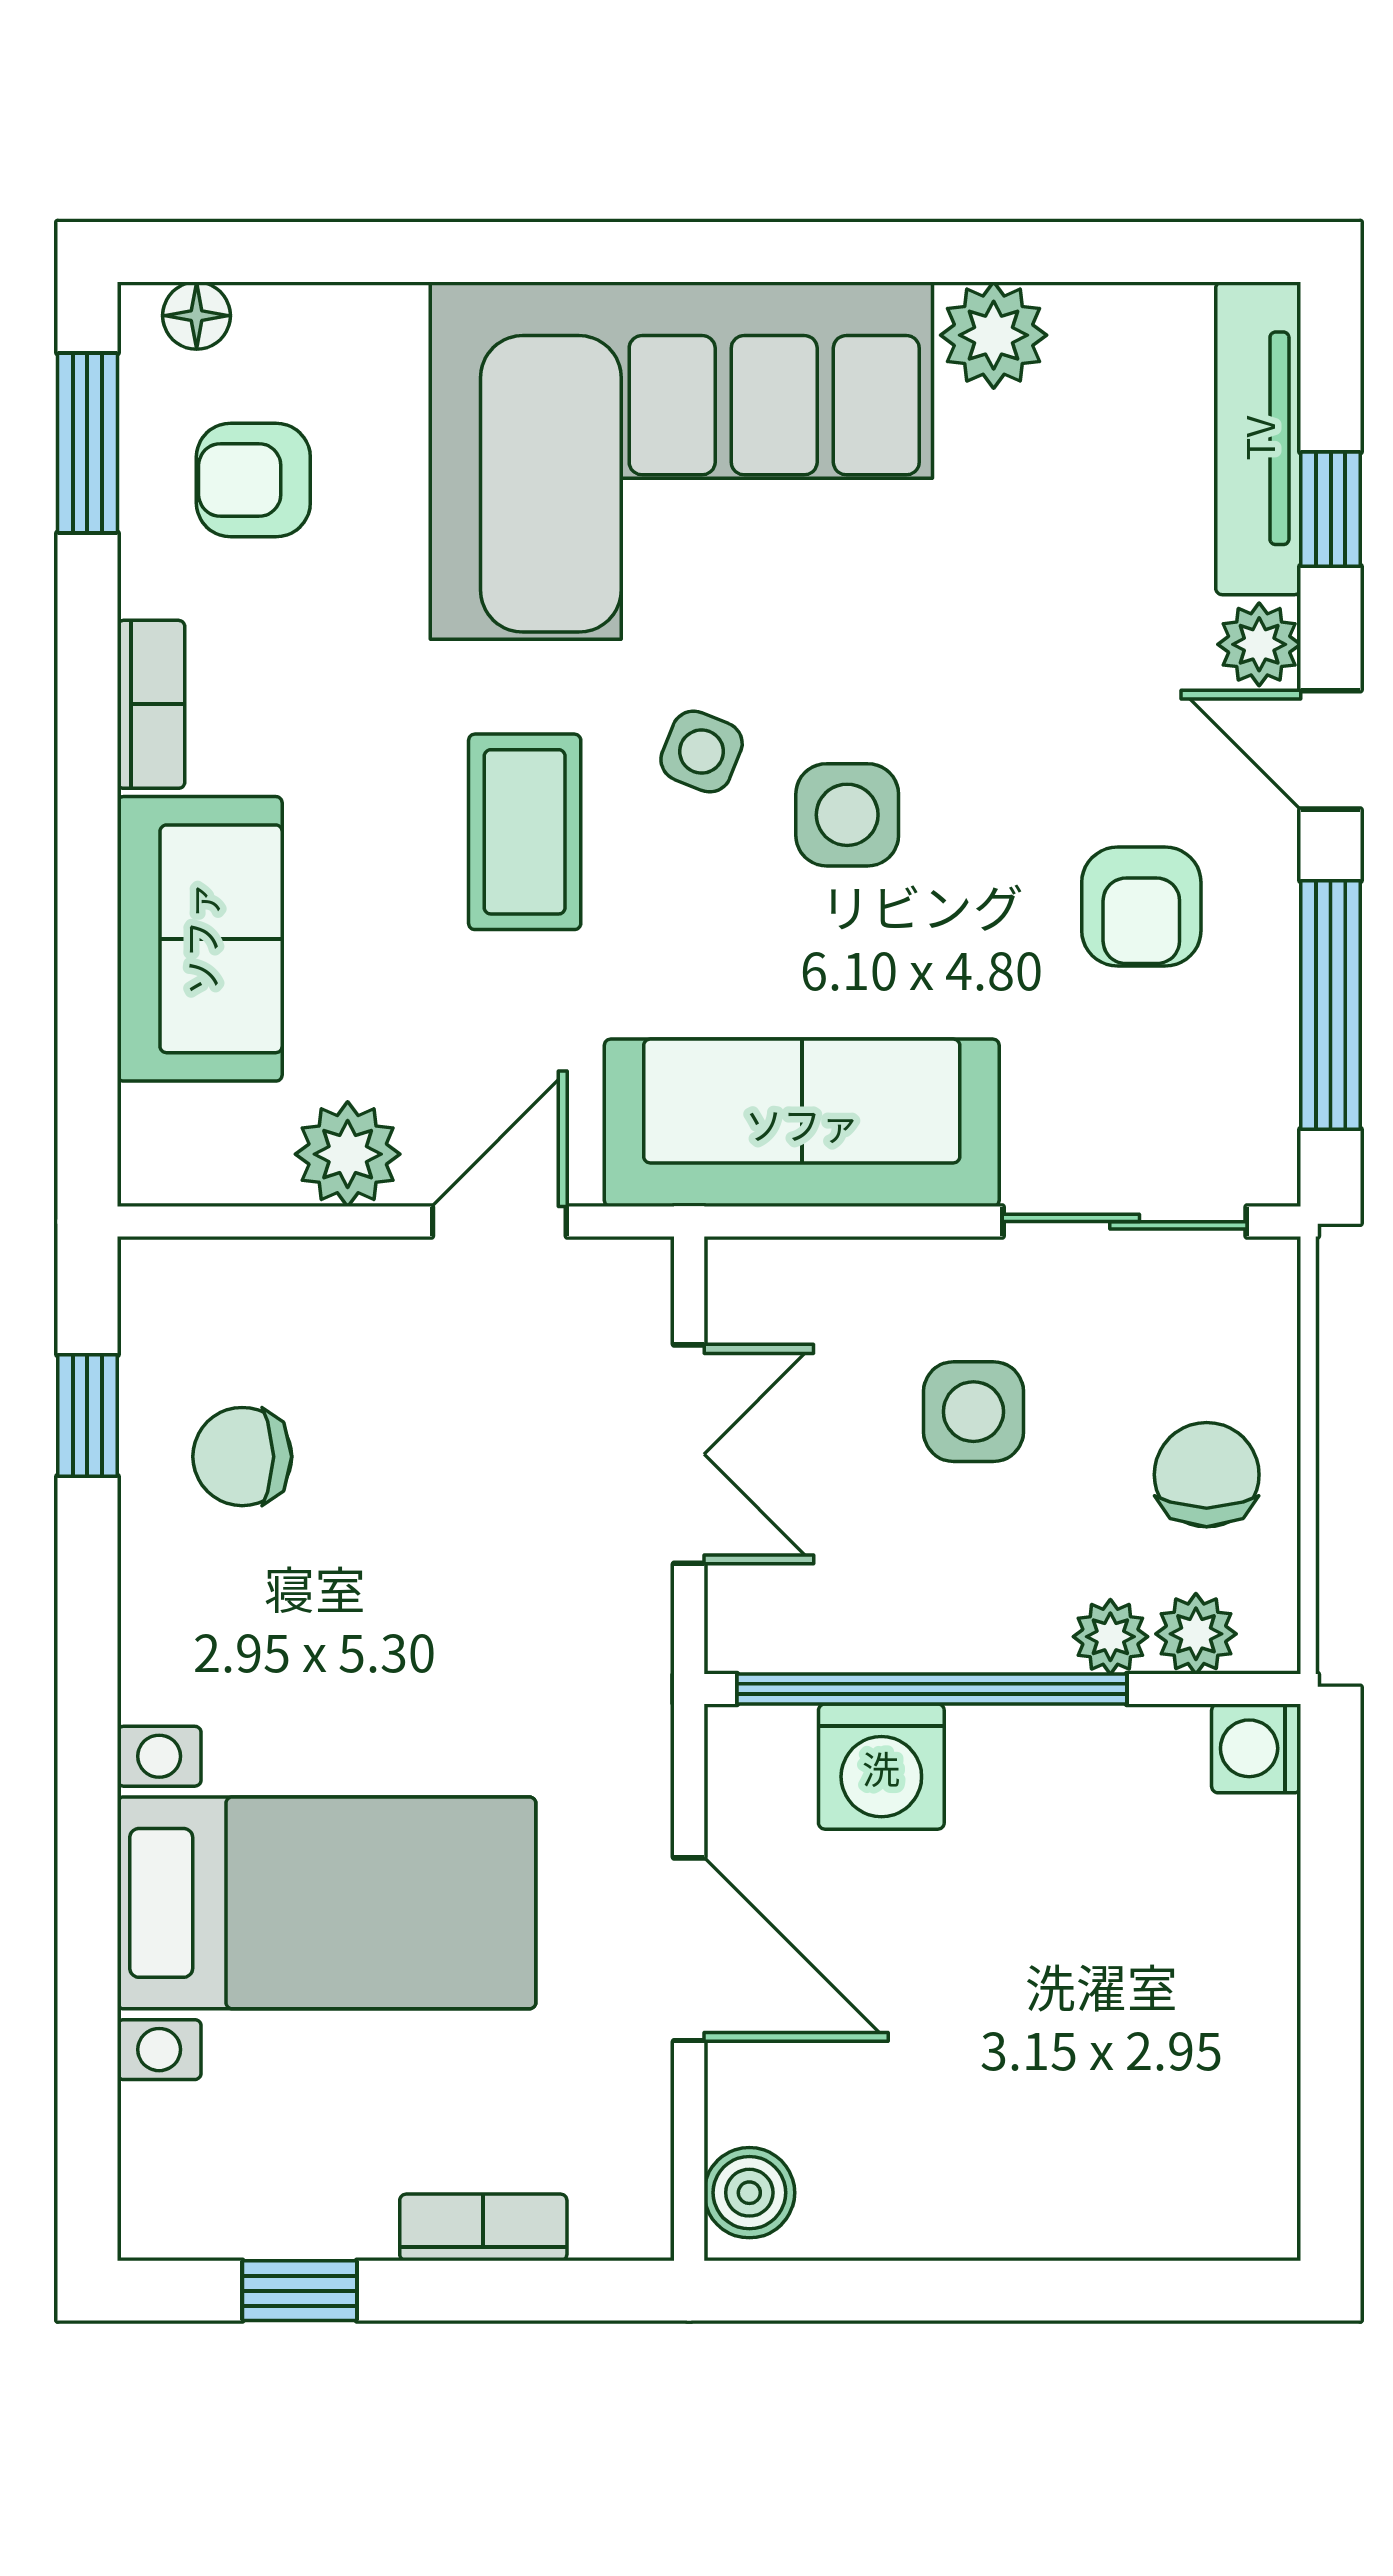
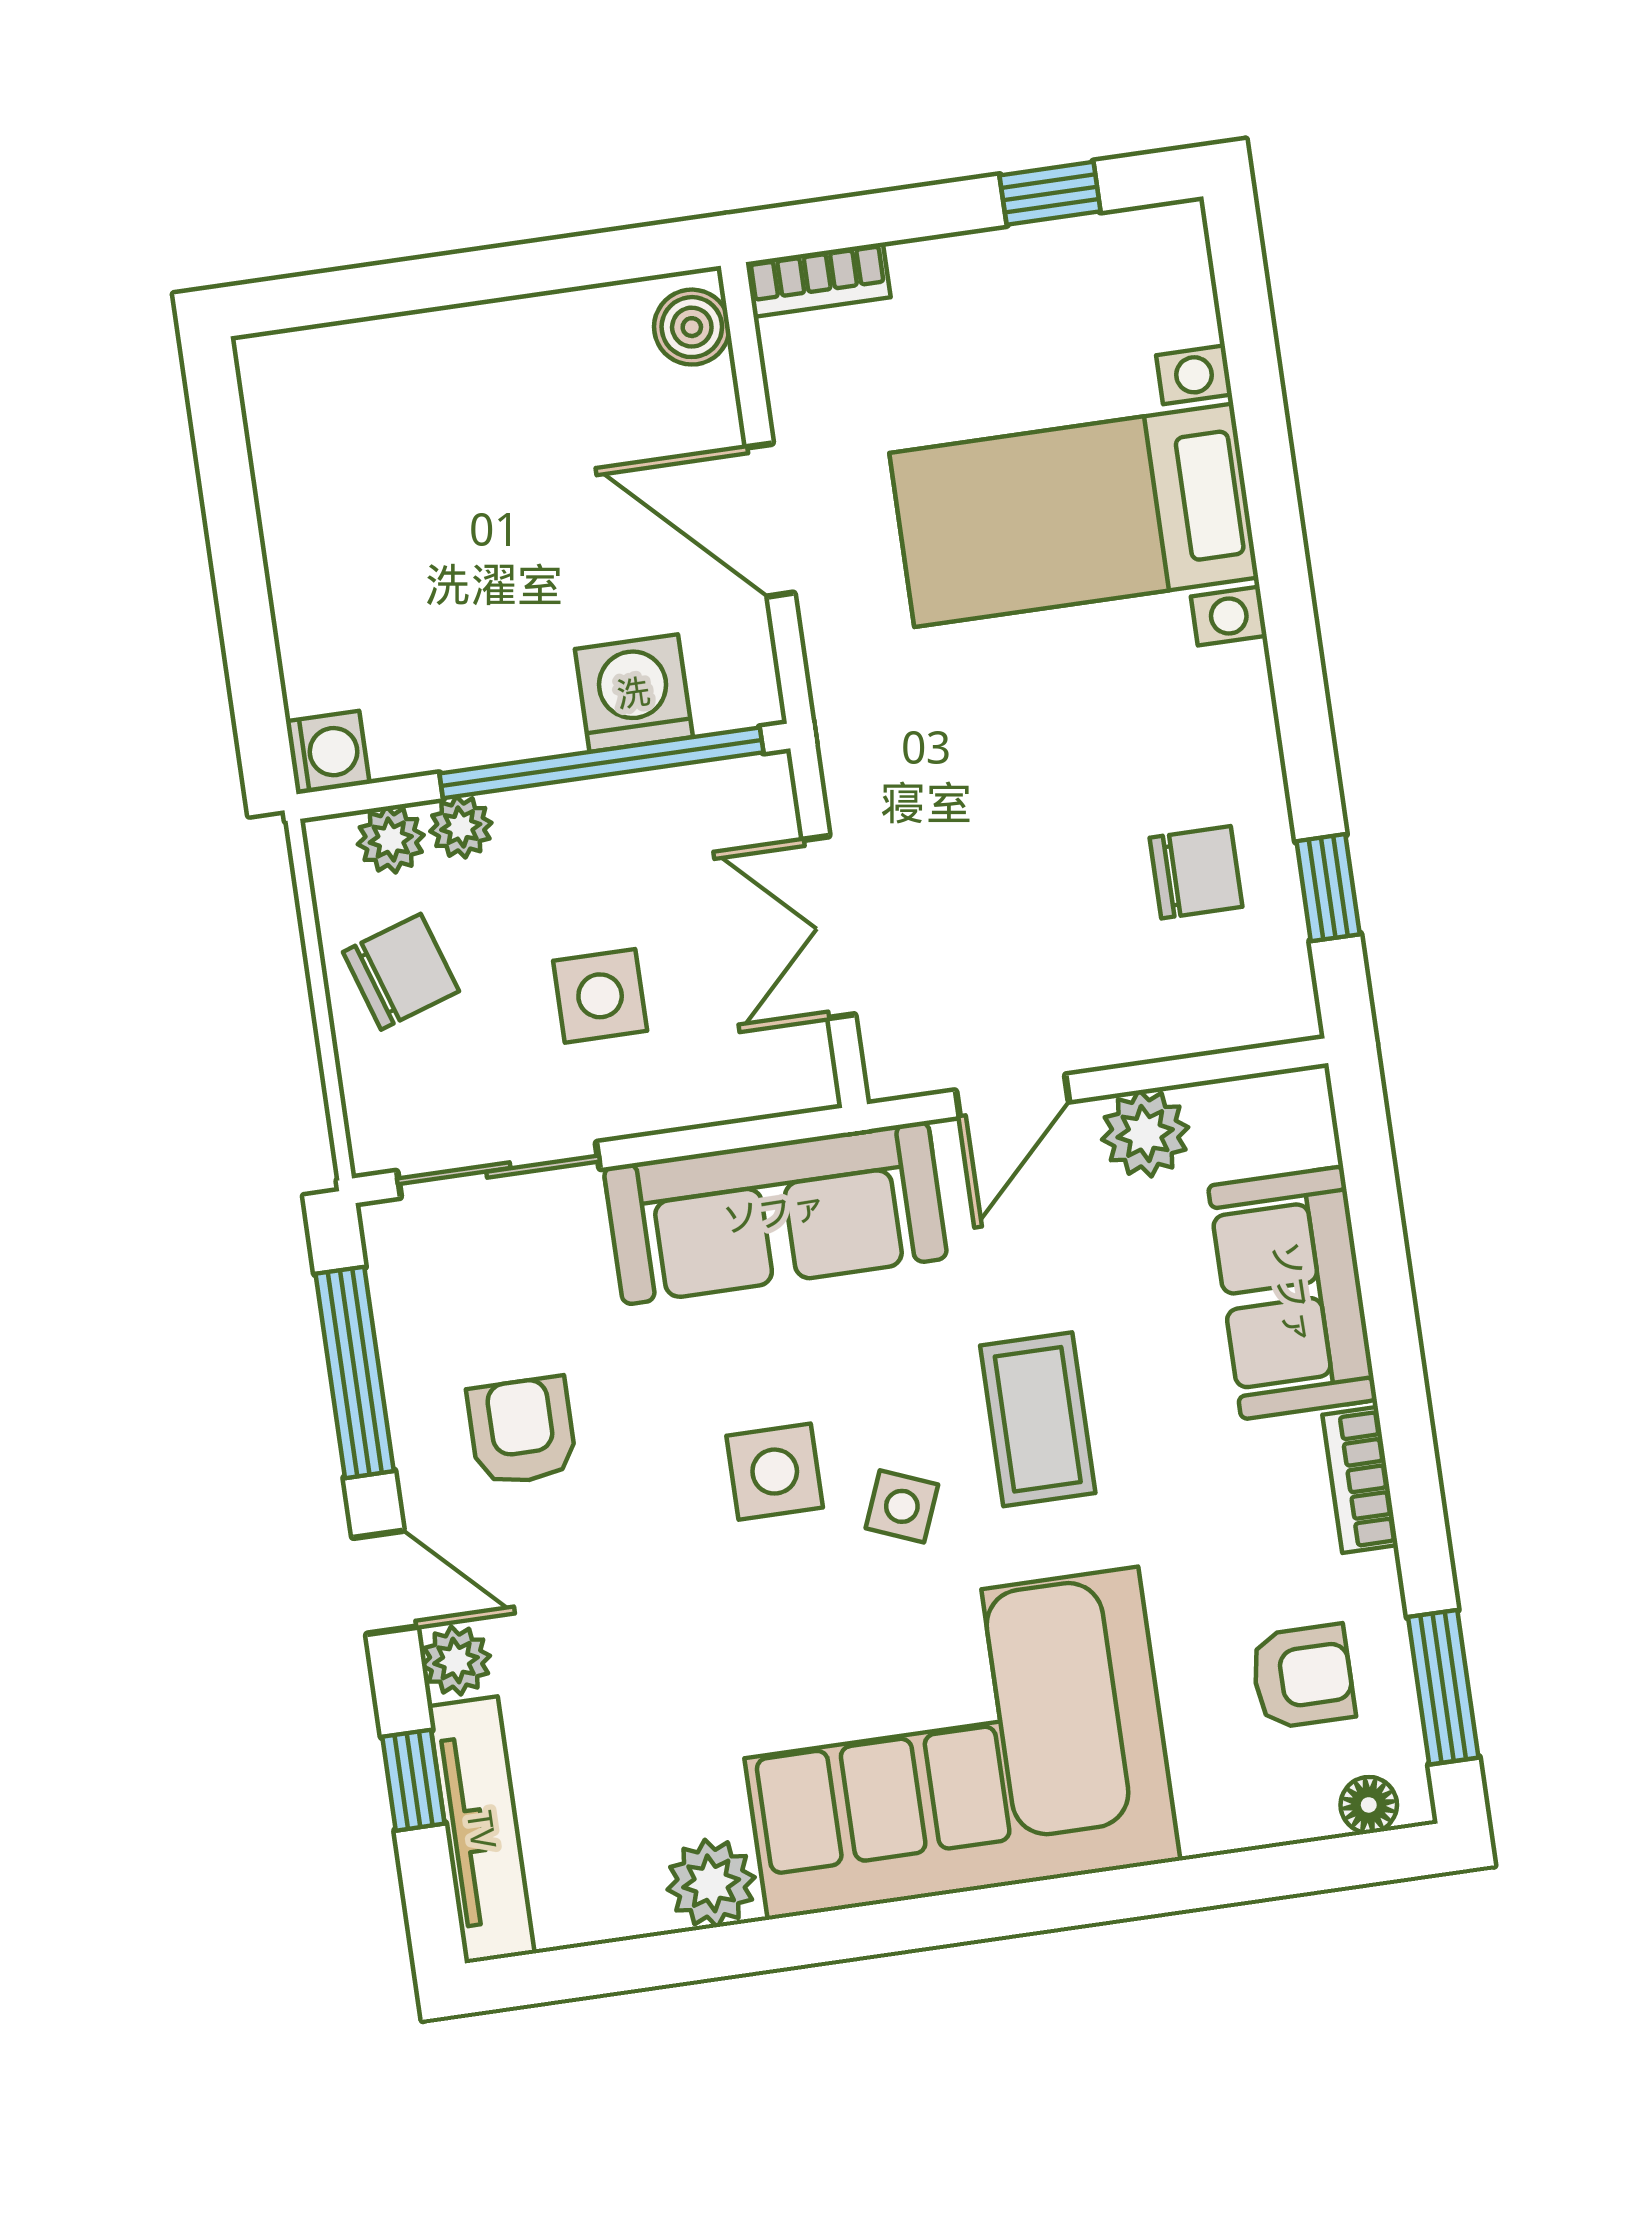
chair: (1207, 1475) -> (401, 972), turned -108
bookcase: (483, 2227) -> (818, 280), moved

